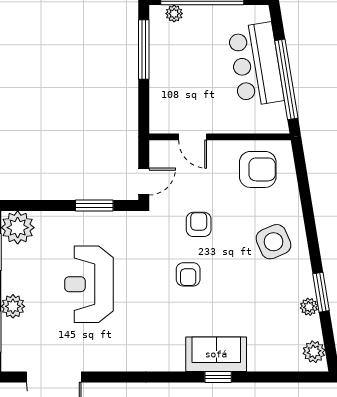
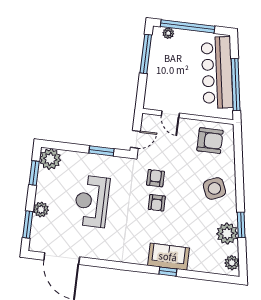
bar counter: (256, 65) -> (217, 73), width x1.36
armchair: (199, 224) -> (155, 178), moved
plant: (309, 307) -> (227, 234), width x1.88, depth x1.88

